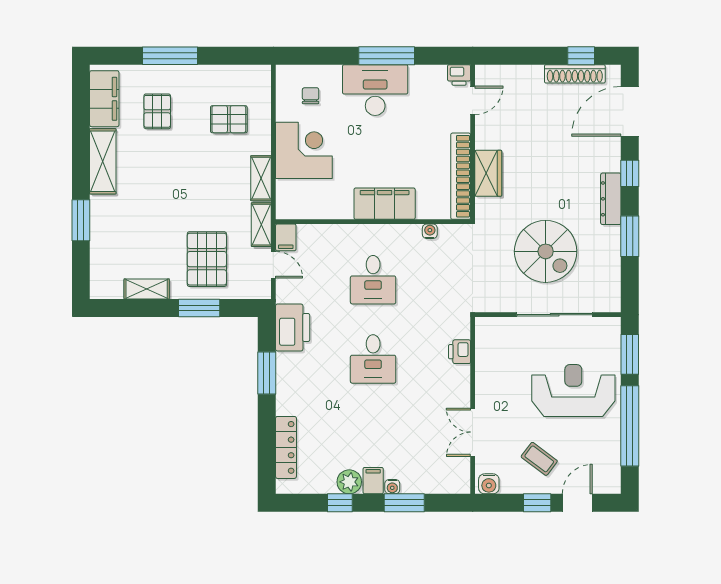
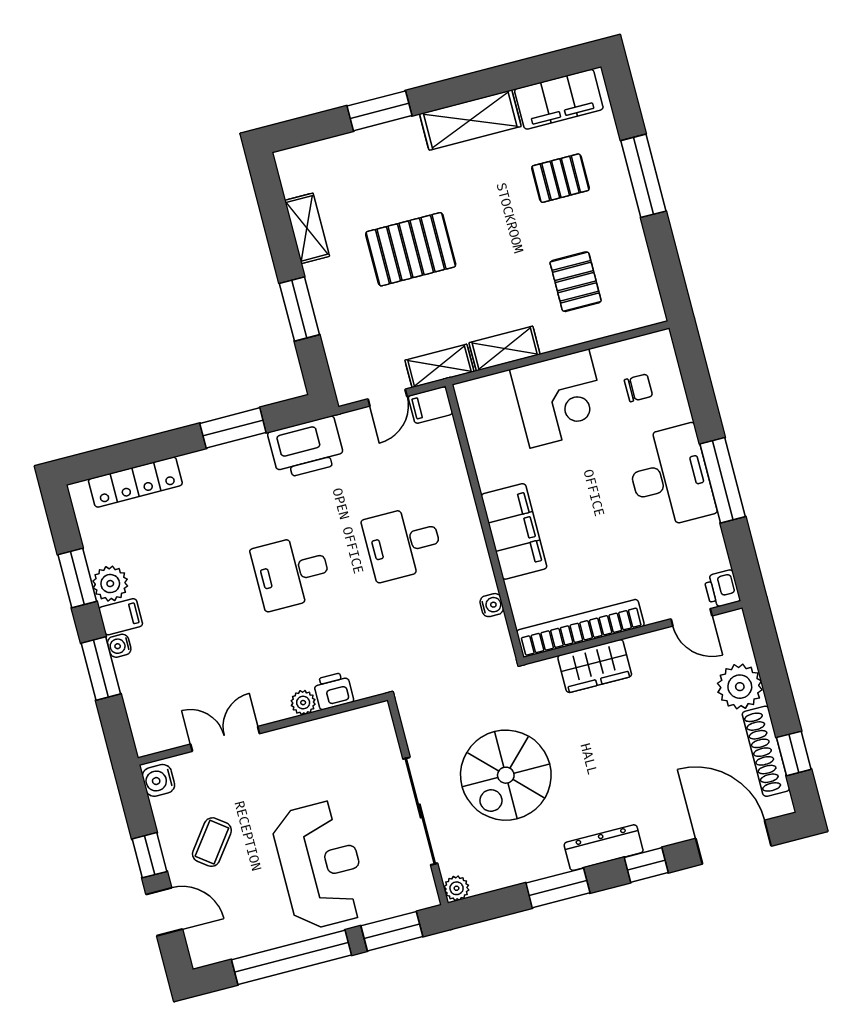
plant: (527, 80) -> (740, 687), added
pallet: (207, 259) -> (411, 249), moved
plant: (612, 304) -> (457, 888), added
plant: (462, 374) -> (303, 703), added
window: (340, 503) -> (77, 578), width x1.50

